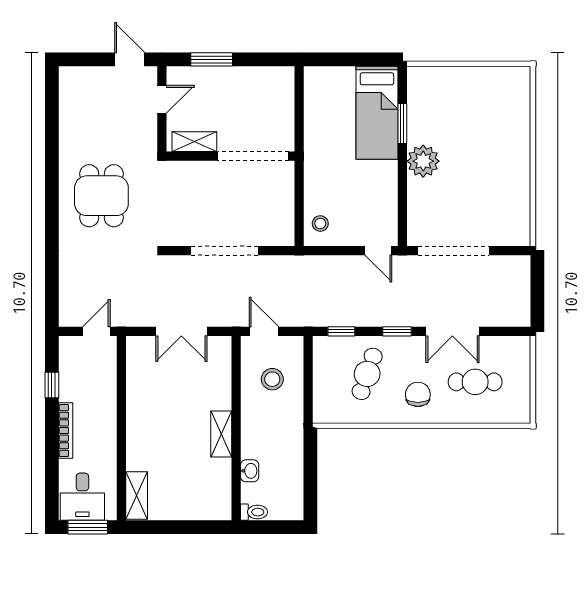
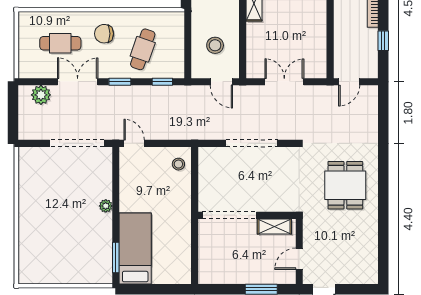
window: (402, 123) -> (116, 257), moved
plant: (423, 161) -> (106, 206), width x0.53, depth x0.53
plant: (500, 314) -> (41, 95), added
chair: (418, 394) -> (104, 34), turned 90

